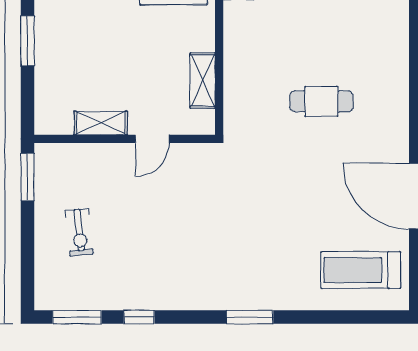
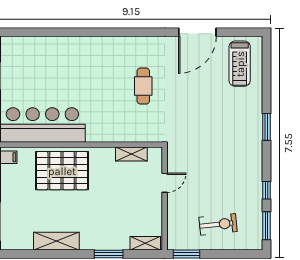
shelving: (101, 123) -> (145, 243), moved, turned 90
door: (152, 139) -> (165, 183), hinge flipped
exercise bike: (79, 232) -> (218, 224), width x1.38, depth x1.39

